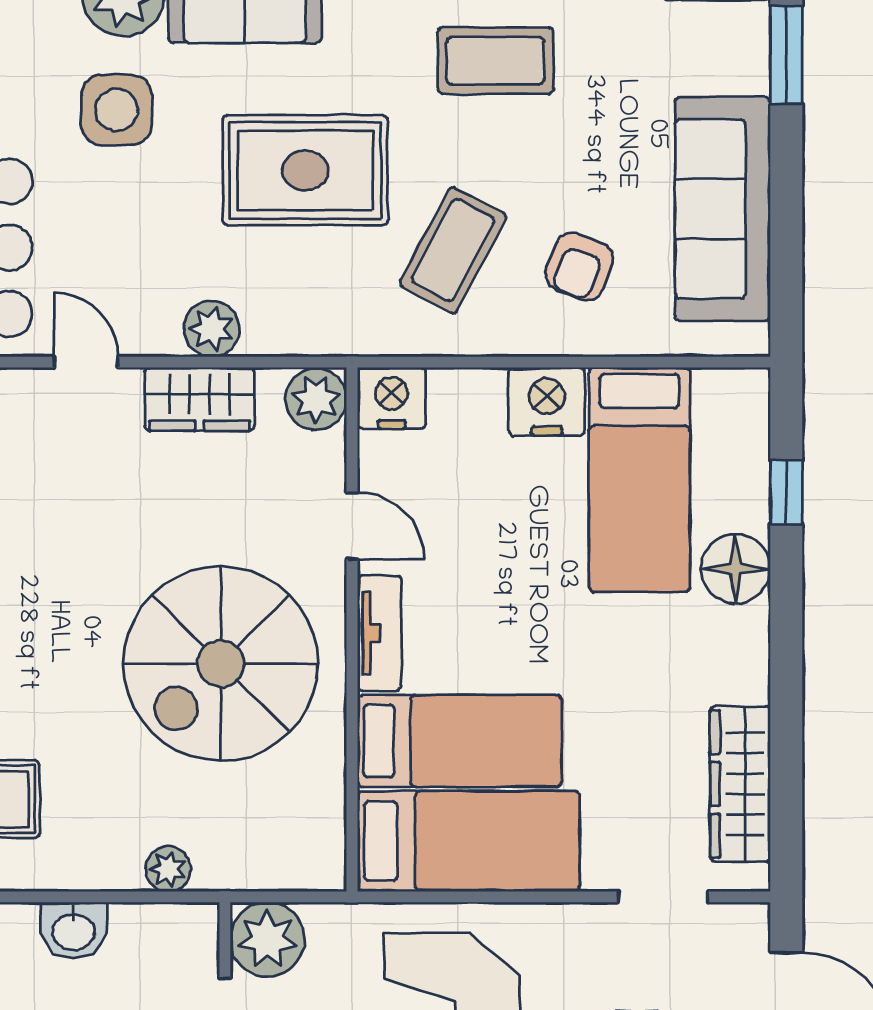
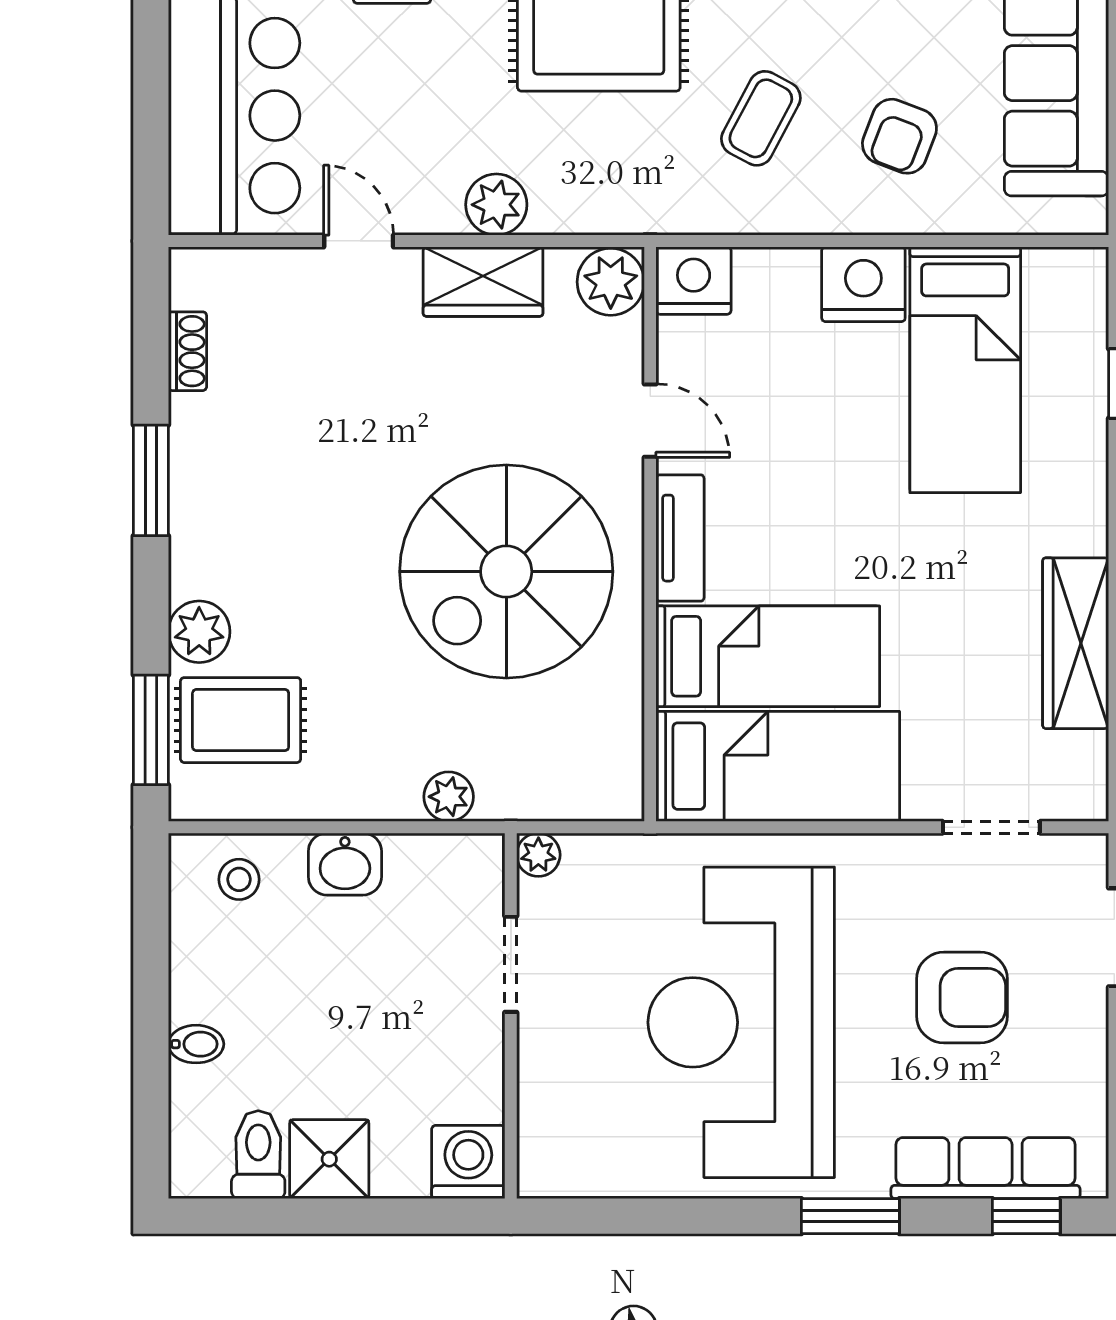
coffee table: (453, 250) -> (761, 118), width x0.73, depth x0.77
floor lamp: (736, 569) -> (1071, 467), removed
wardrobe: (740, 784) -> (1076, 643), moved
plant: (267, 939) -> (538, 855), width x0.53, depth x0.53

